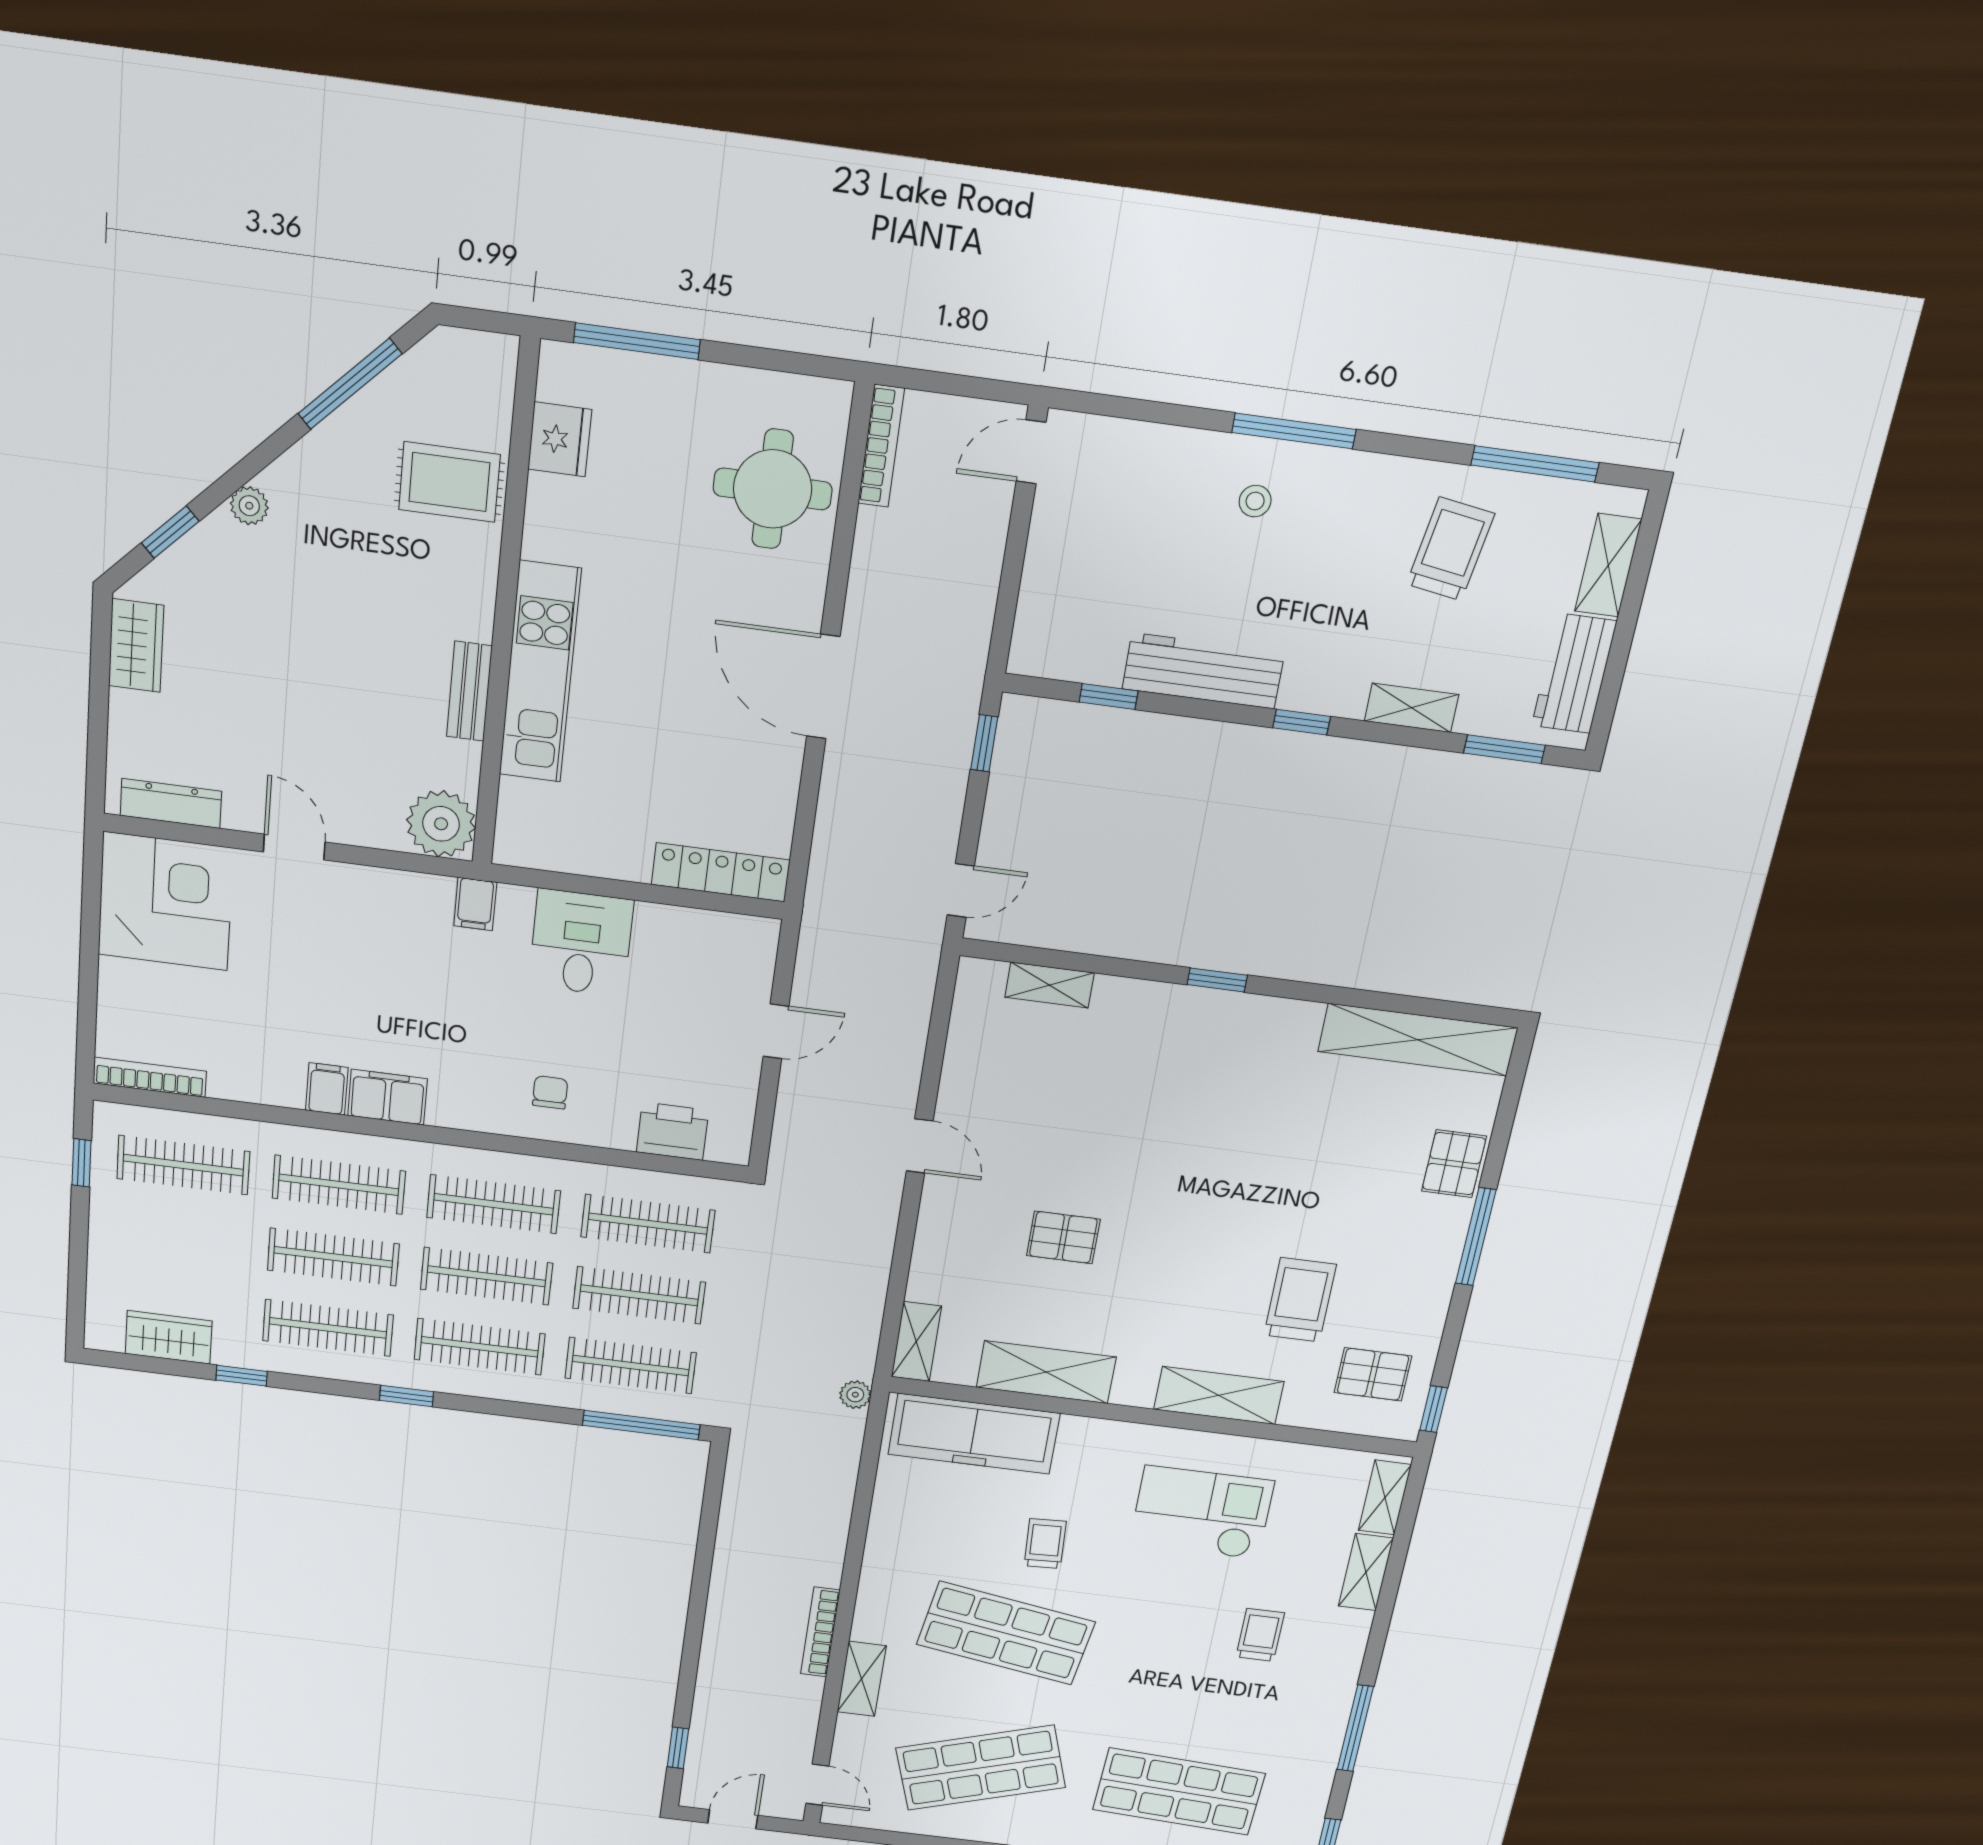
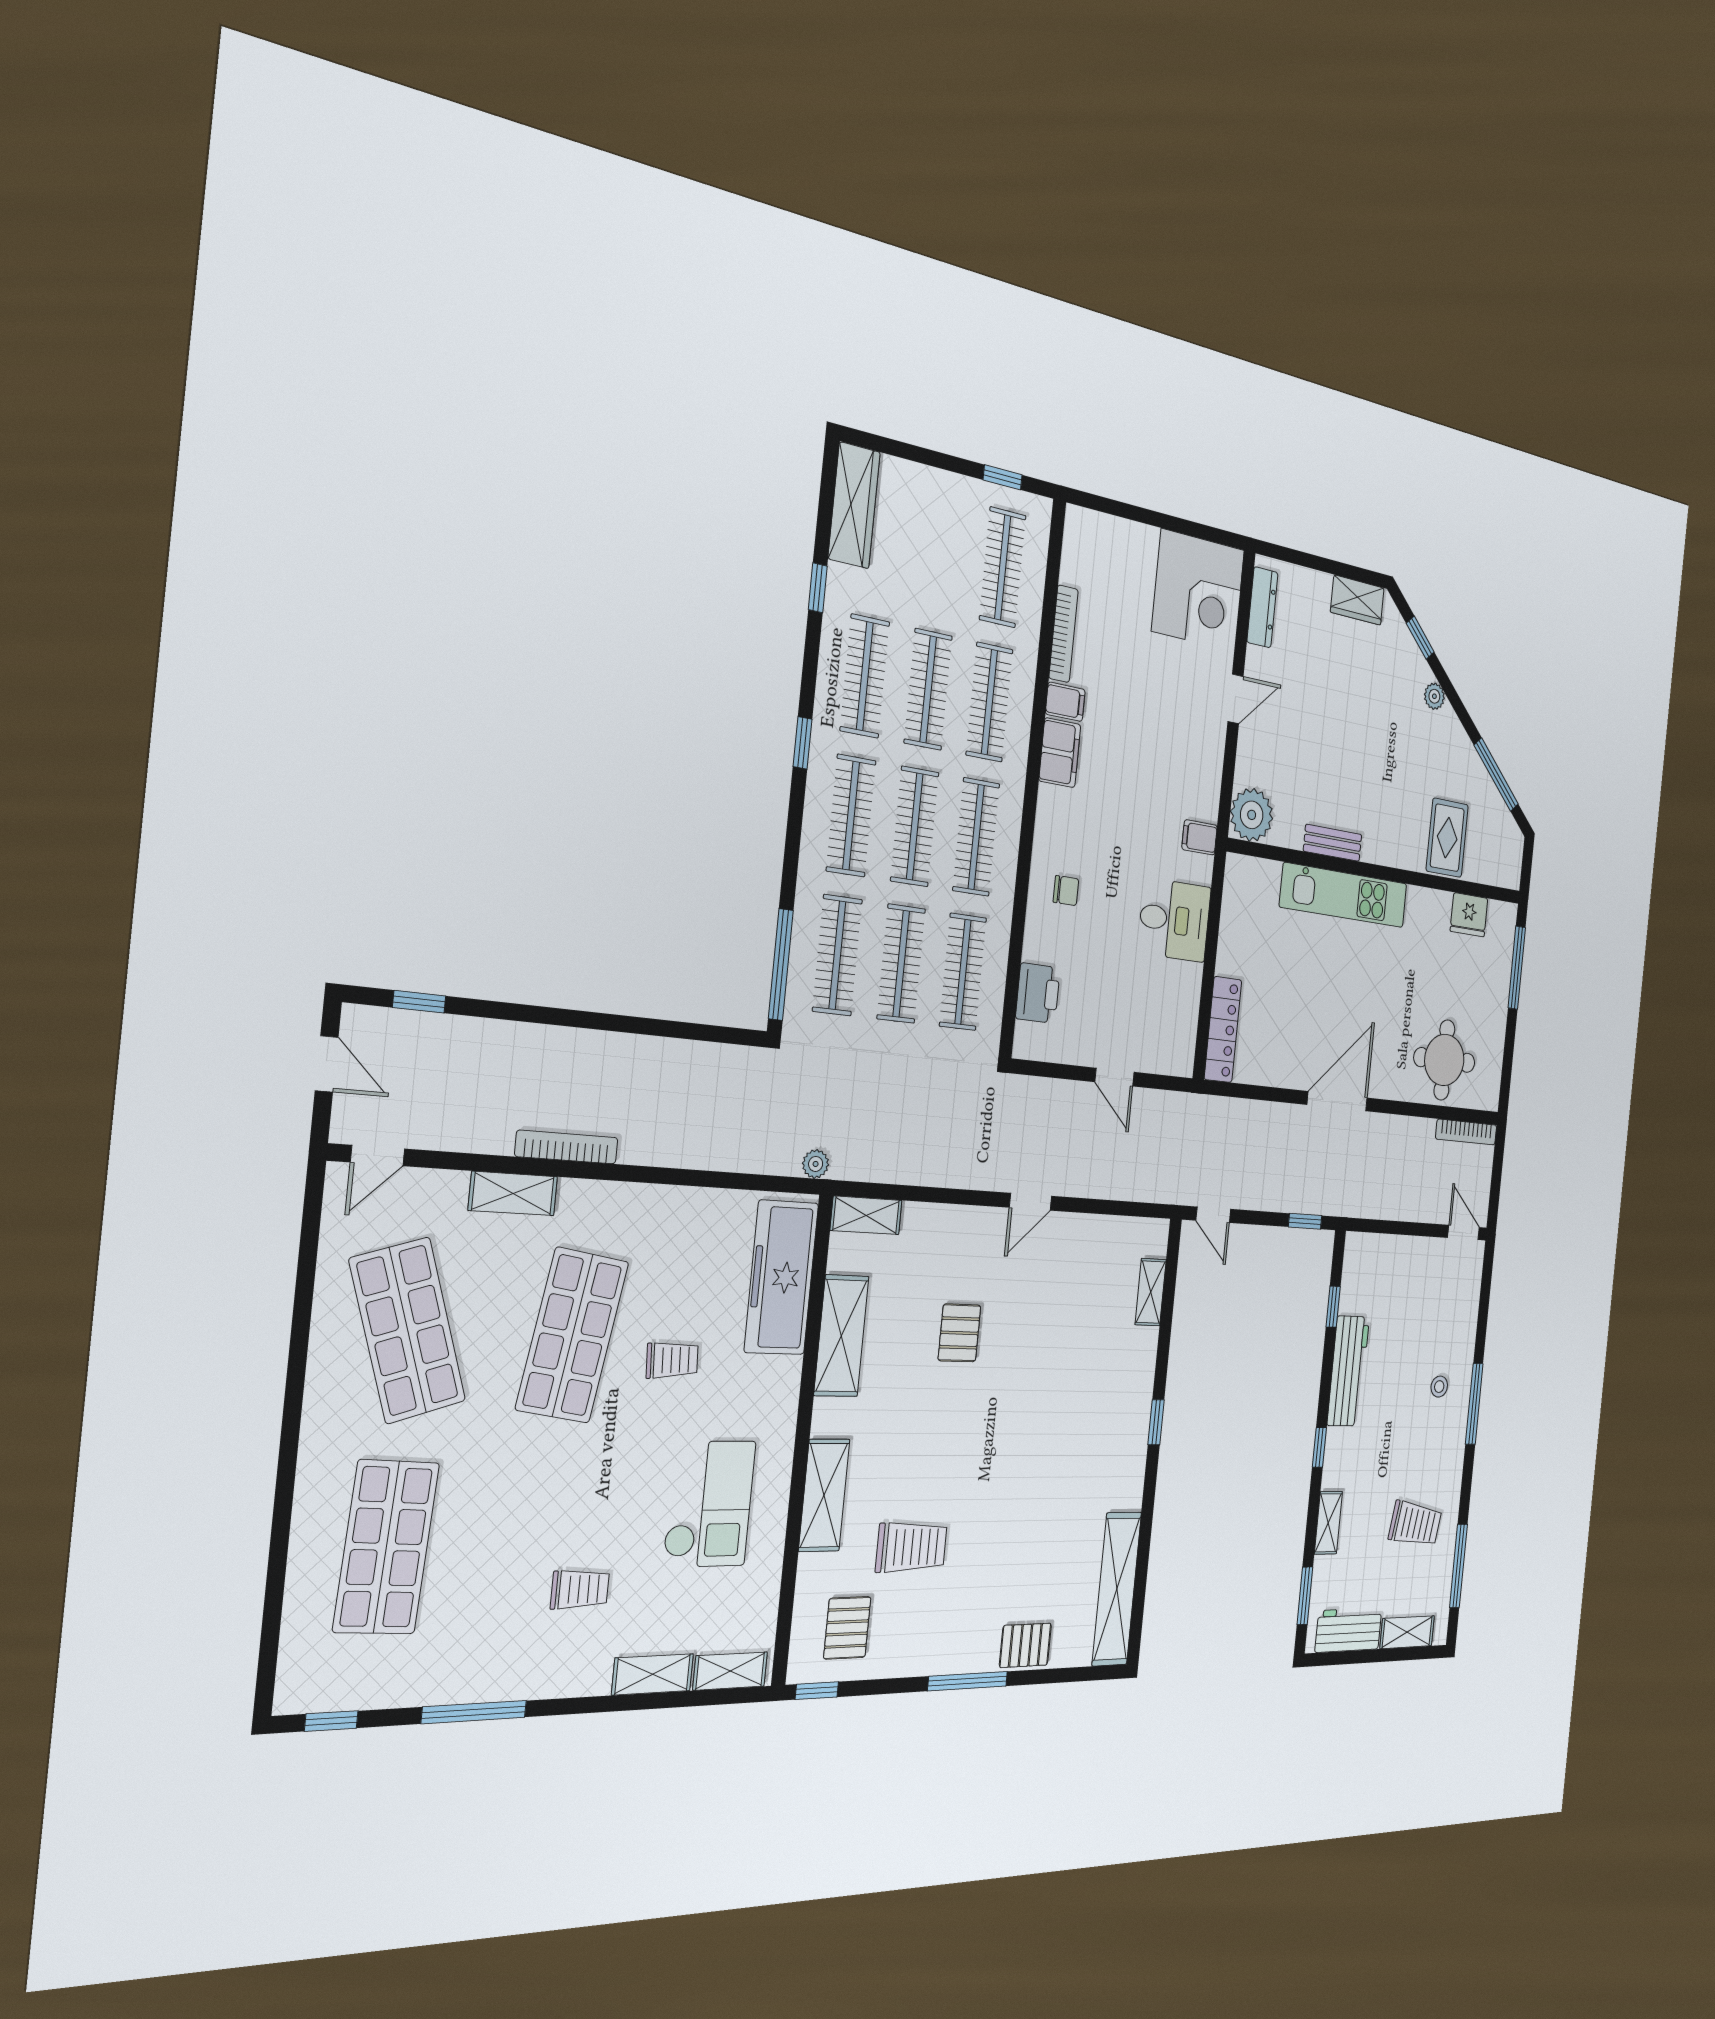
bookcase: (150, 1077) -> (1063, 634), moved
wardrobe: (169, 1337) -> (854, 505), width x1.50

